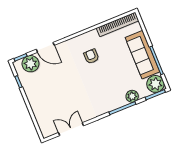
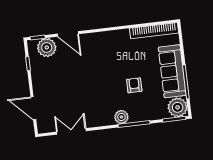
armchair: (91, 56) -> (134, 85), moved
plant: (132, 96) -> (121, 117), moved
door: (33, 118) -> (33, 108), added

